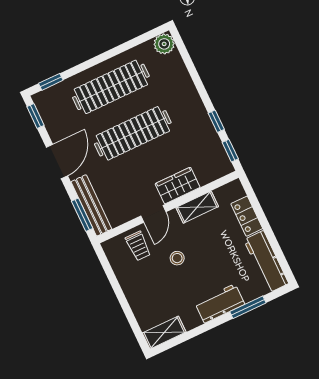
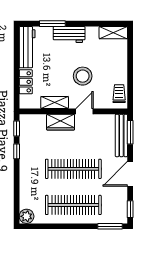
window: (51, 82) -> (110, 226), width x1.50
trolley: (138, 246) -> (119, 94), moved
stool: (177, 258) -> (83, 76), width x1.89, depth x1.89

